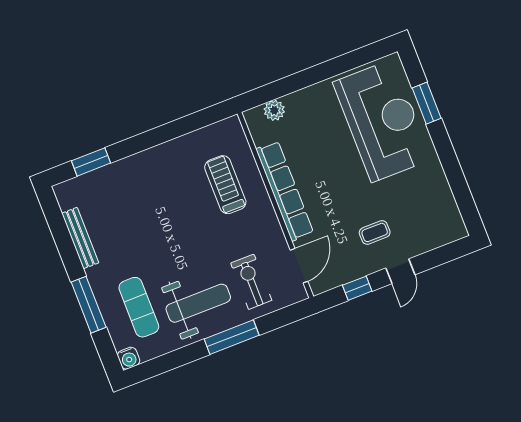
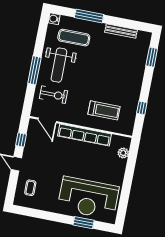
window: (183, 126) -> (142, 108), added
coffee table: (375, 232) -> (30, 188), moved

